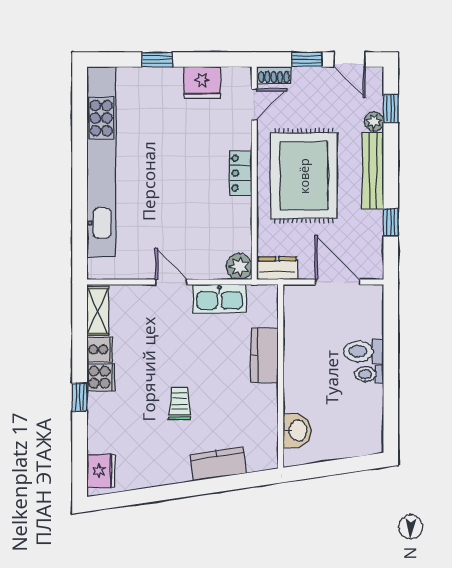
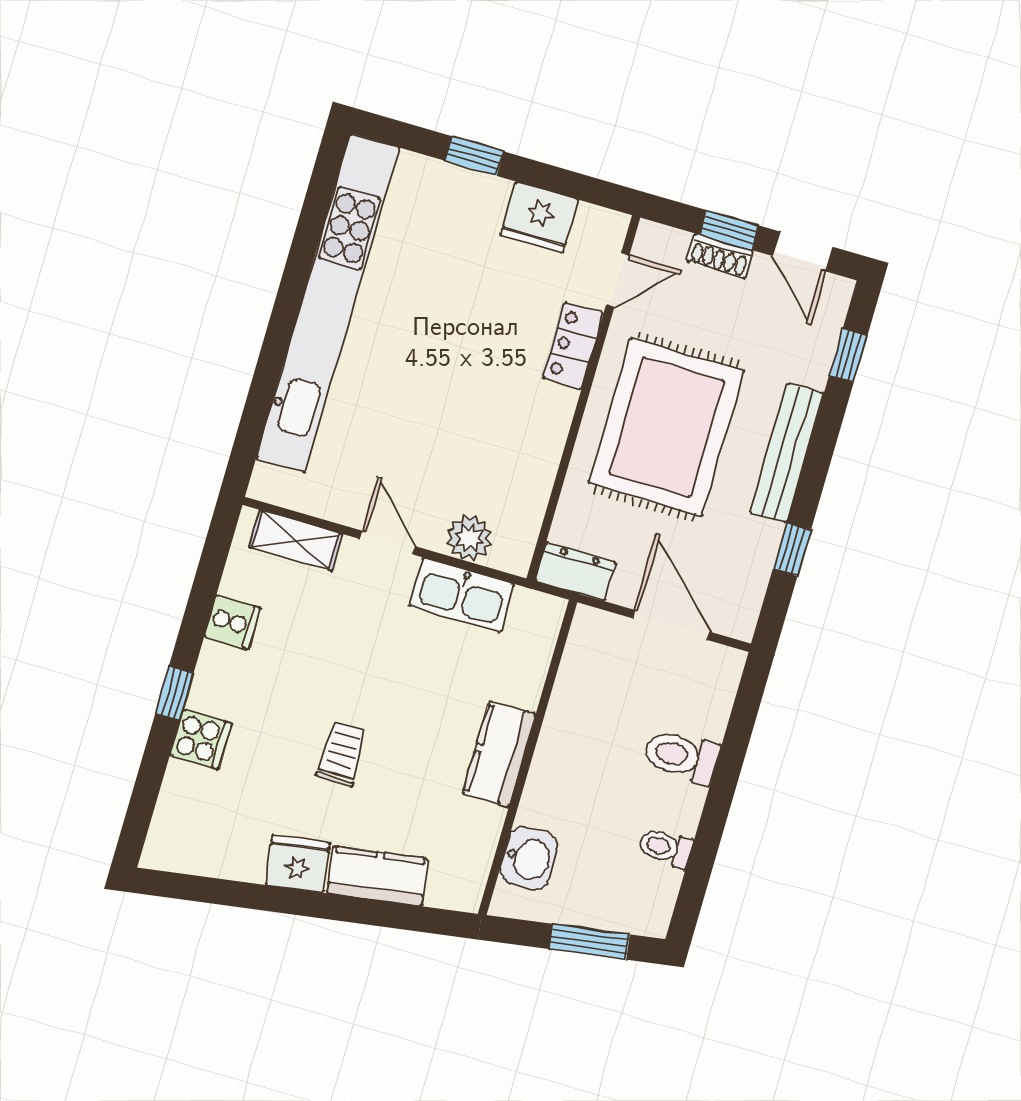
shoe rack: (274, 75) -> (720, 256), moved
plant: (374, 121) -> (813, 369), removed
locker: (241, 173) -> (573, 346), moved
plant: (239, 267) -> (469, 538), moved
shelving: (98, 311) -> (296, 541), moved, turned 90
kitchen counter: (265, 355) -> (499, 754), moved
toilet: (369, 374) -> (665, 848), moved
cooker: (101, 377) -> (201, 739), moved
window: (343, 466) -> (590, 942), added
fridge: (101, 471) -> (298, 864), moved, turned -98

